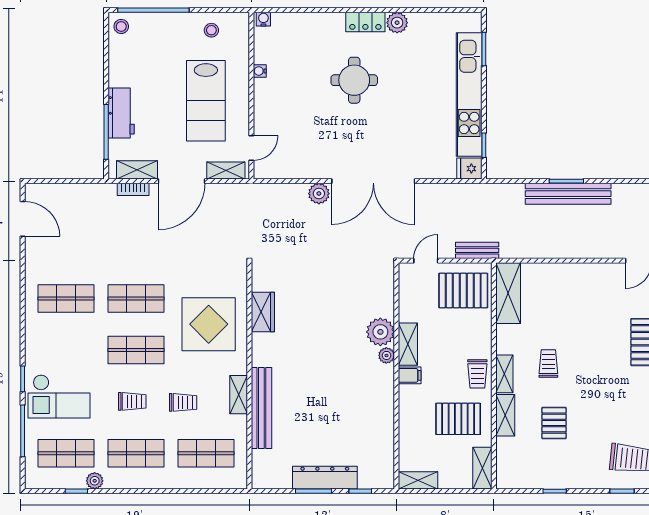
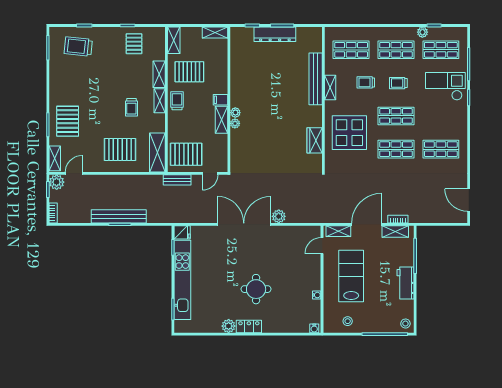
workbench: (121, 113) -> (405, 283), moved
pallet: (566, 298) -> (120, 149), added
plant: (380, 332) -> (235, 123), width x0.53, depth x0.53
pallet: (554, 423) -> (134, 44), moved

